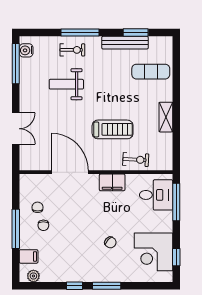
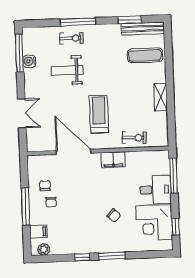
bench: (125, 43) -> (143, 29), moved
water cooler: (26, 50) -> (29, 61), moved
treadmill: (113, 129) -> (99, 114), moved, turned -90
desk: (156, 195) -> (155, 190), moved

